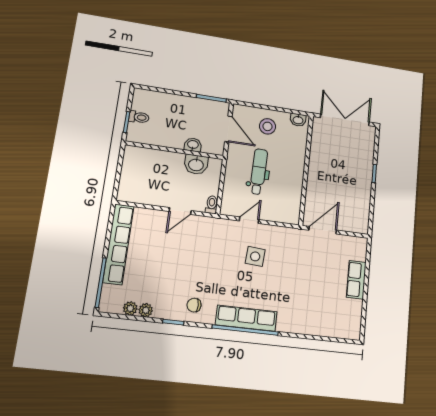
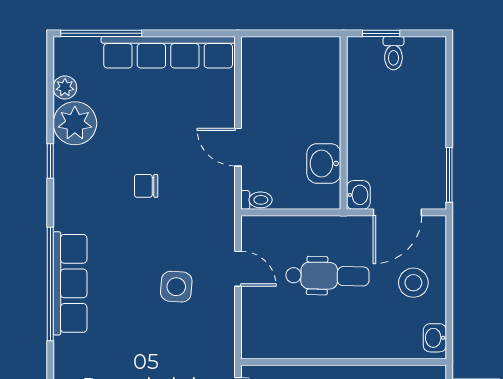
washbasin: (193, 145) -> (358, 195), moved
chair: (194, 305) -> (146, 186), moved, turned -90
plant: (146, 310) -> (75, 123), width x1.88, depth x1.88

